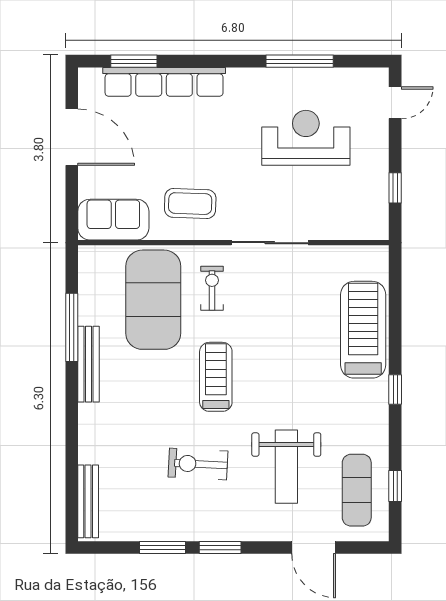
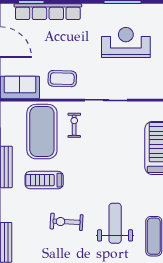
treadmill: (216, 377) -> (44, 180), moved, turned -90
weight bench: (286, 467) -> (115, 223), turned 180

